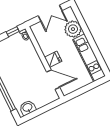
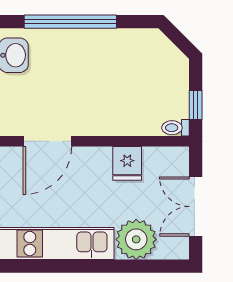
fridge: (53, 59) -> (127, 163), moved

